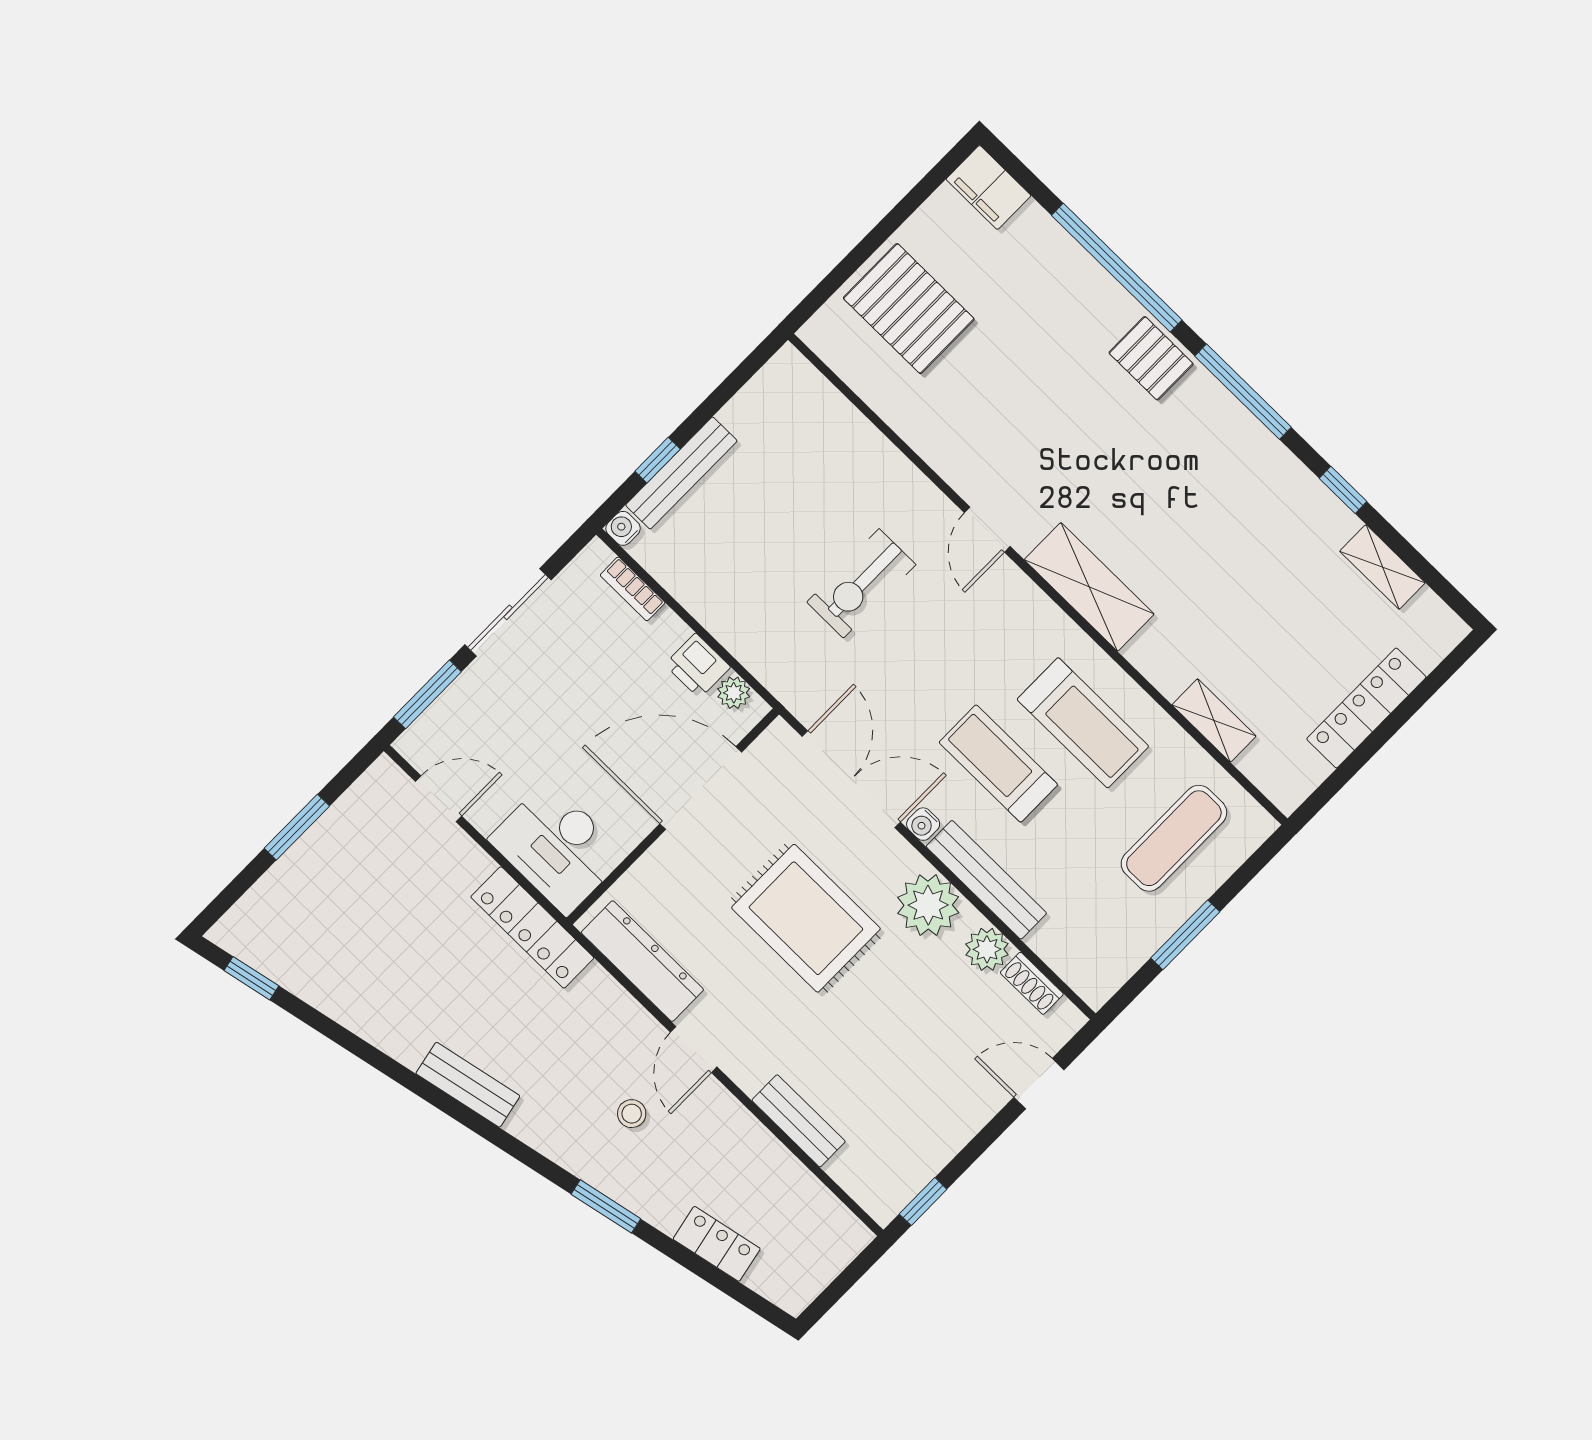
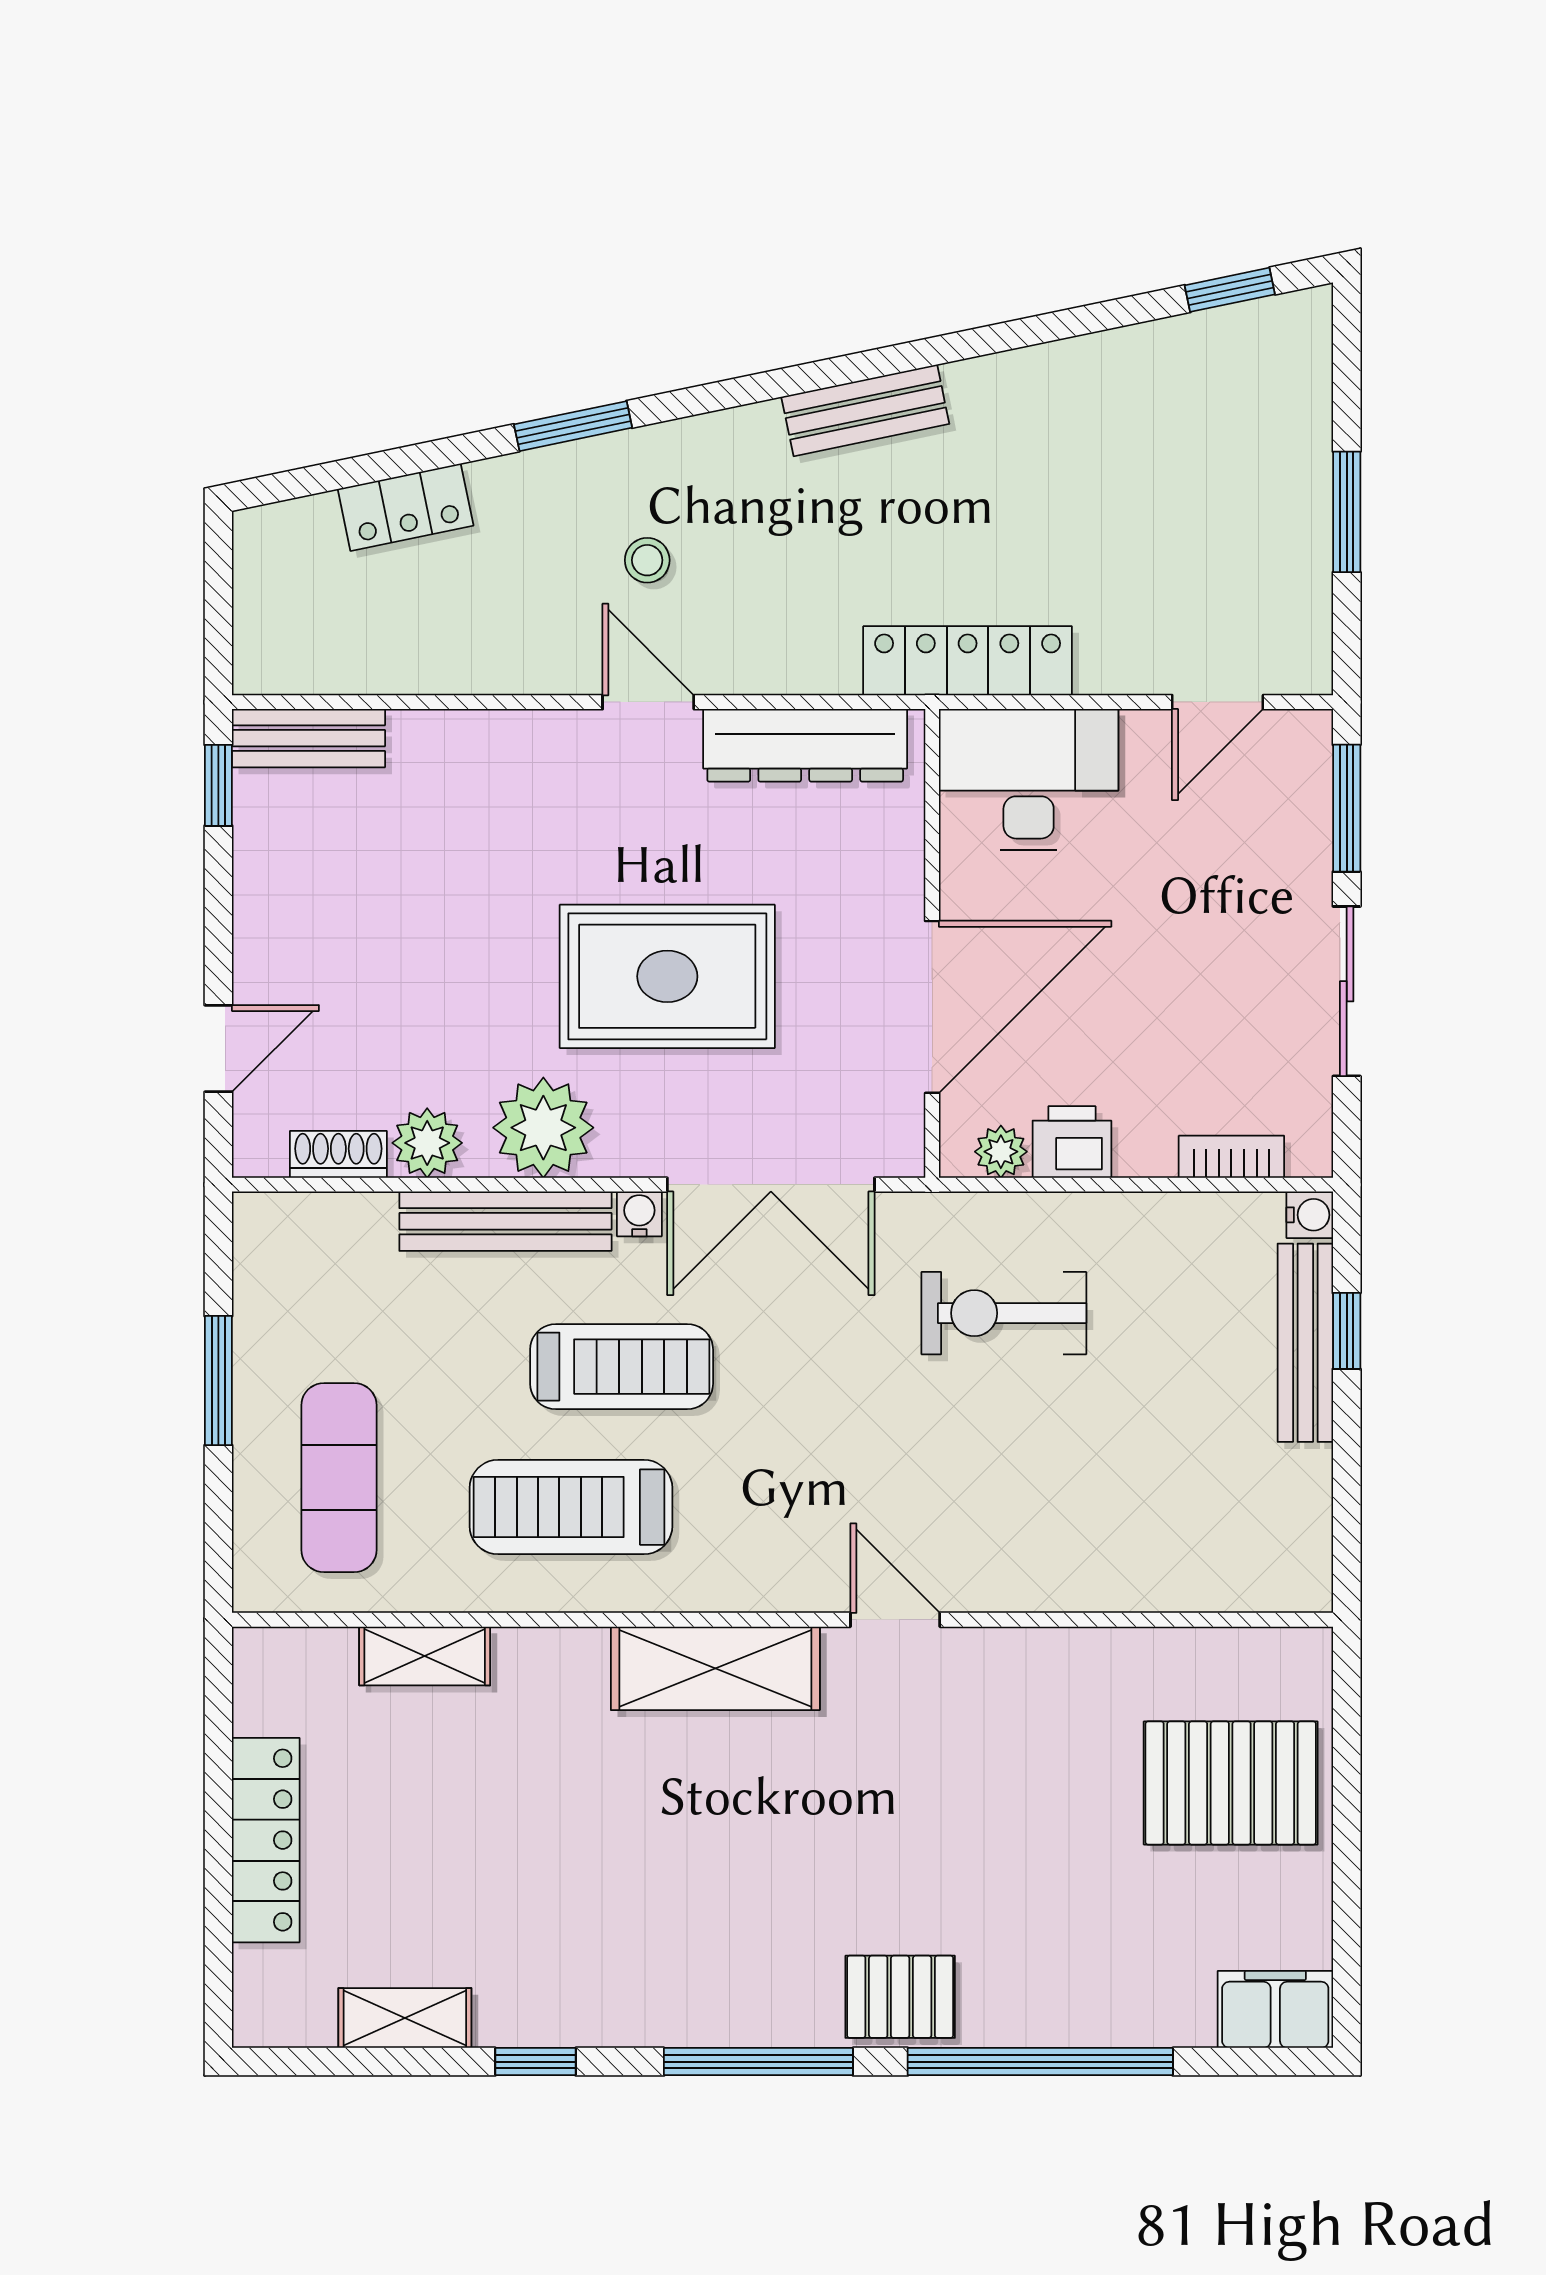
exercise bike: (861, 583) -> (1004, 1313), moved, turned -90
bench: (799, 1121) -> (309, 738), moved

